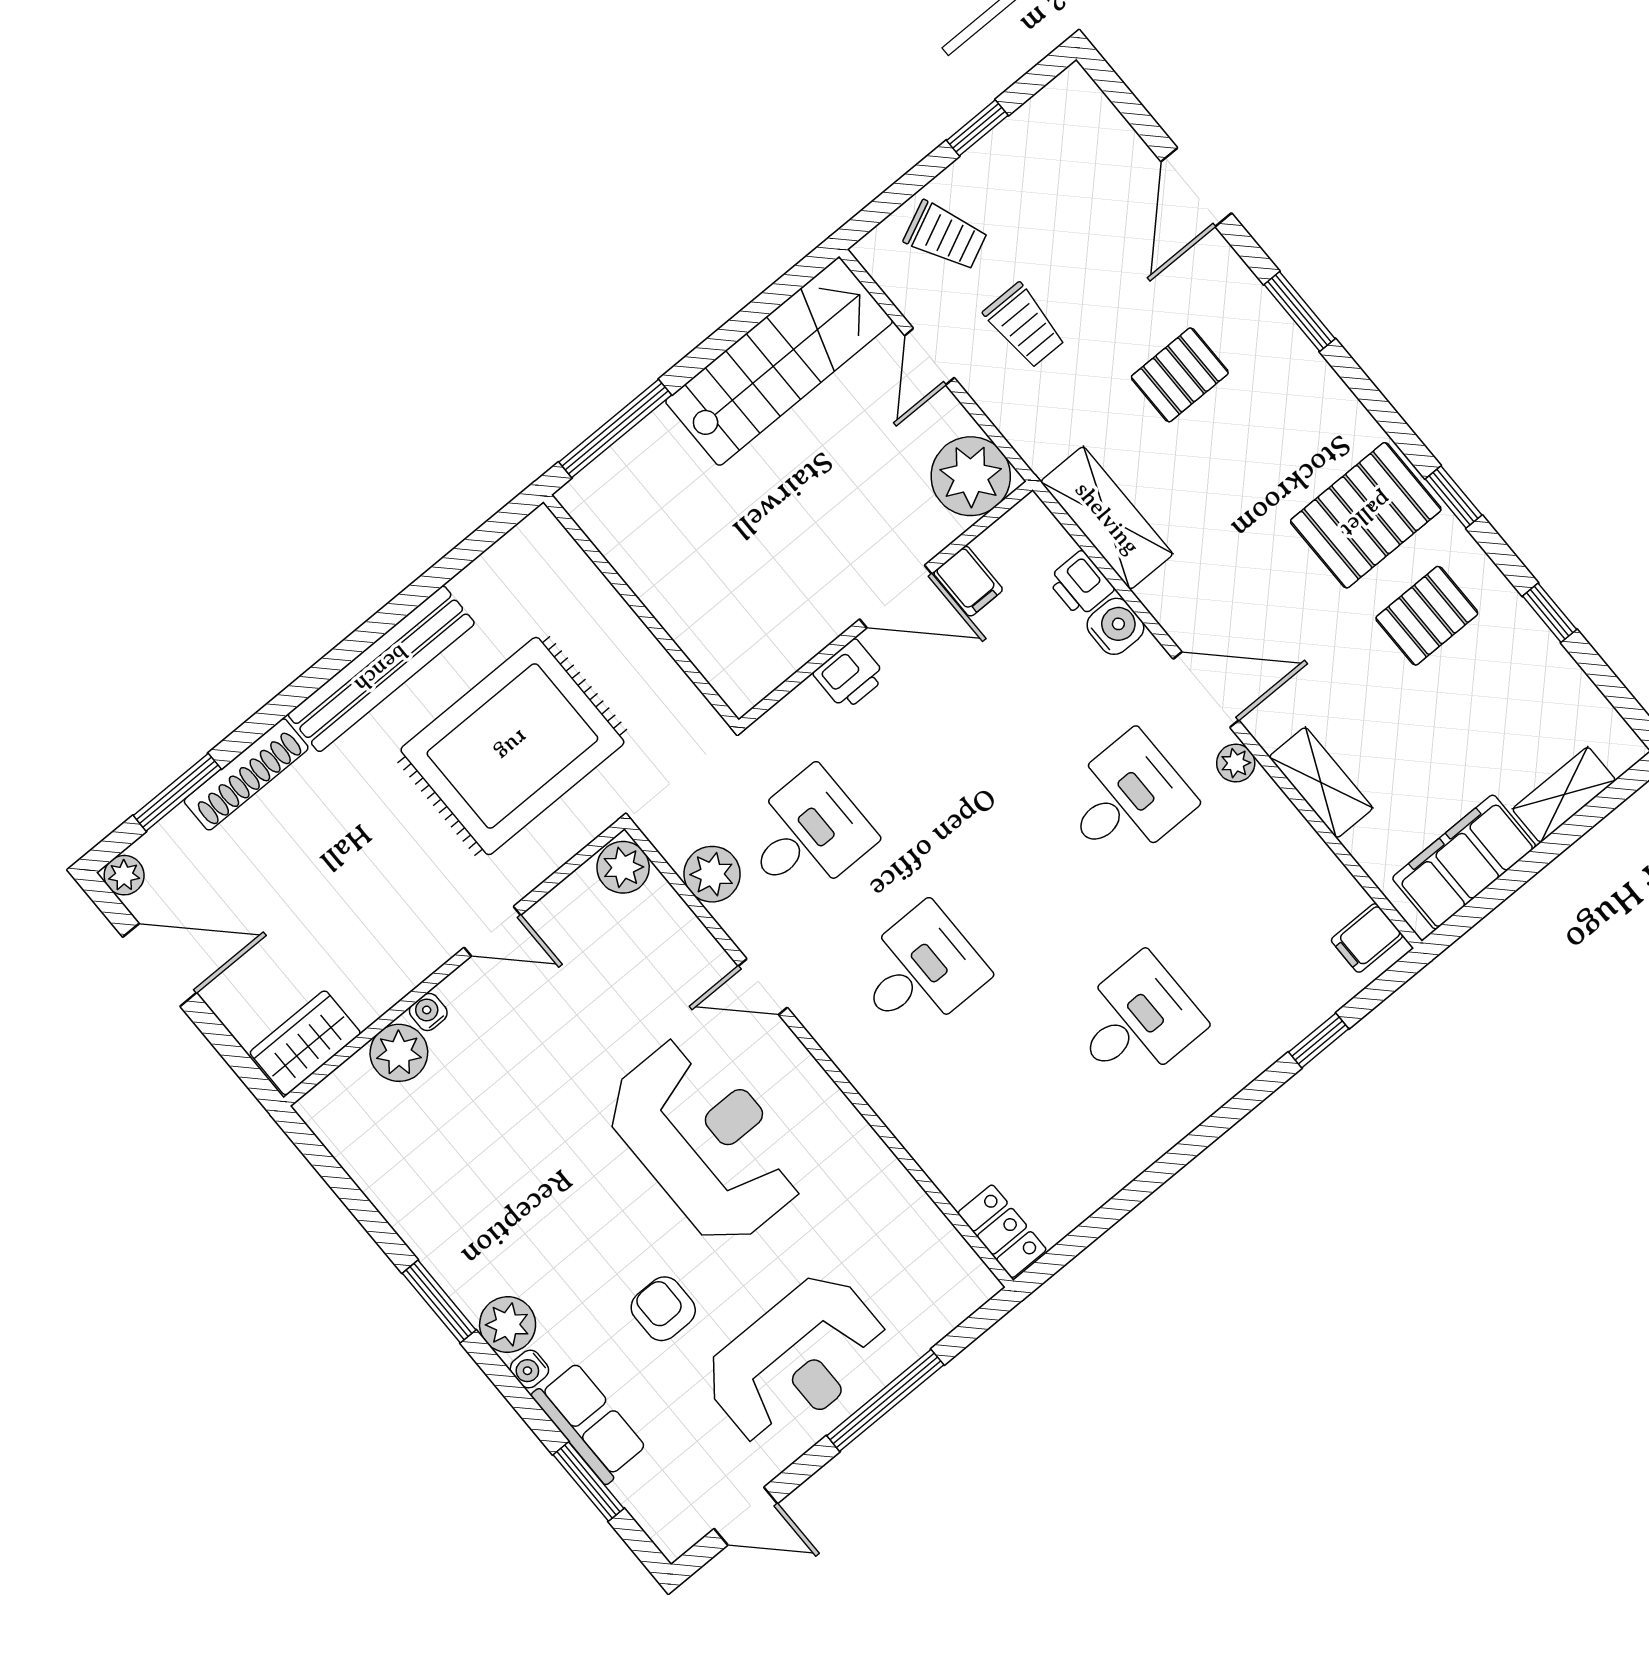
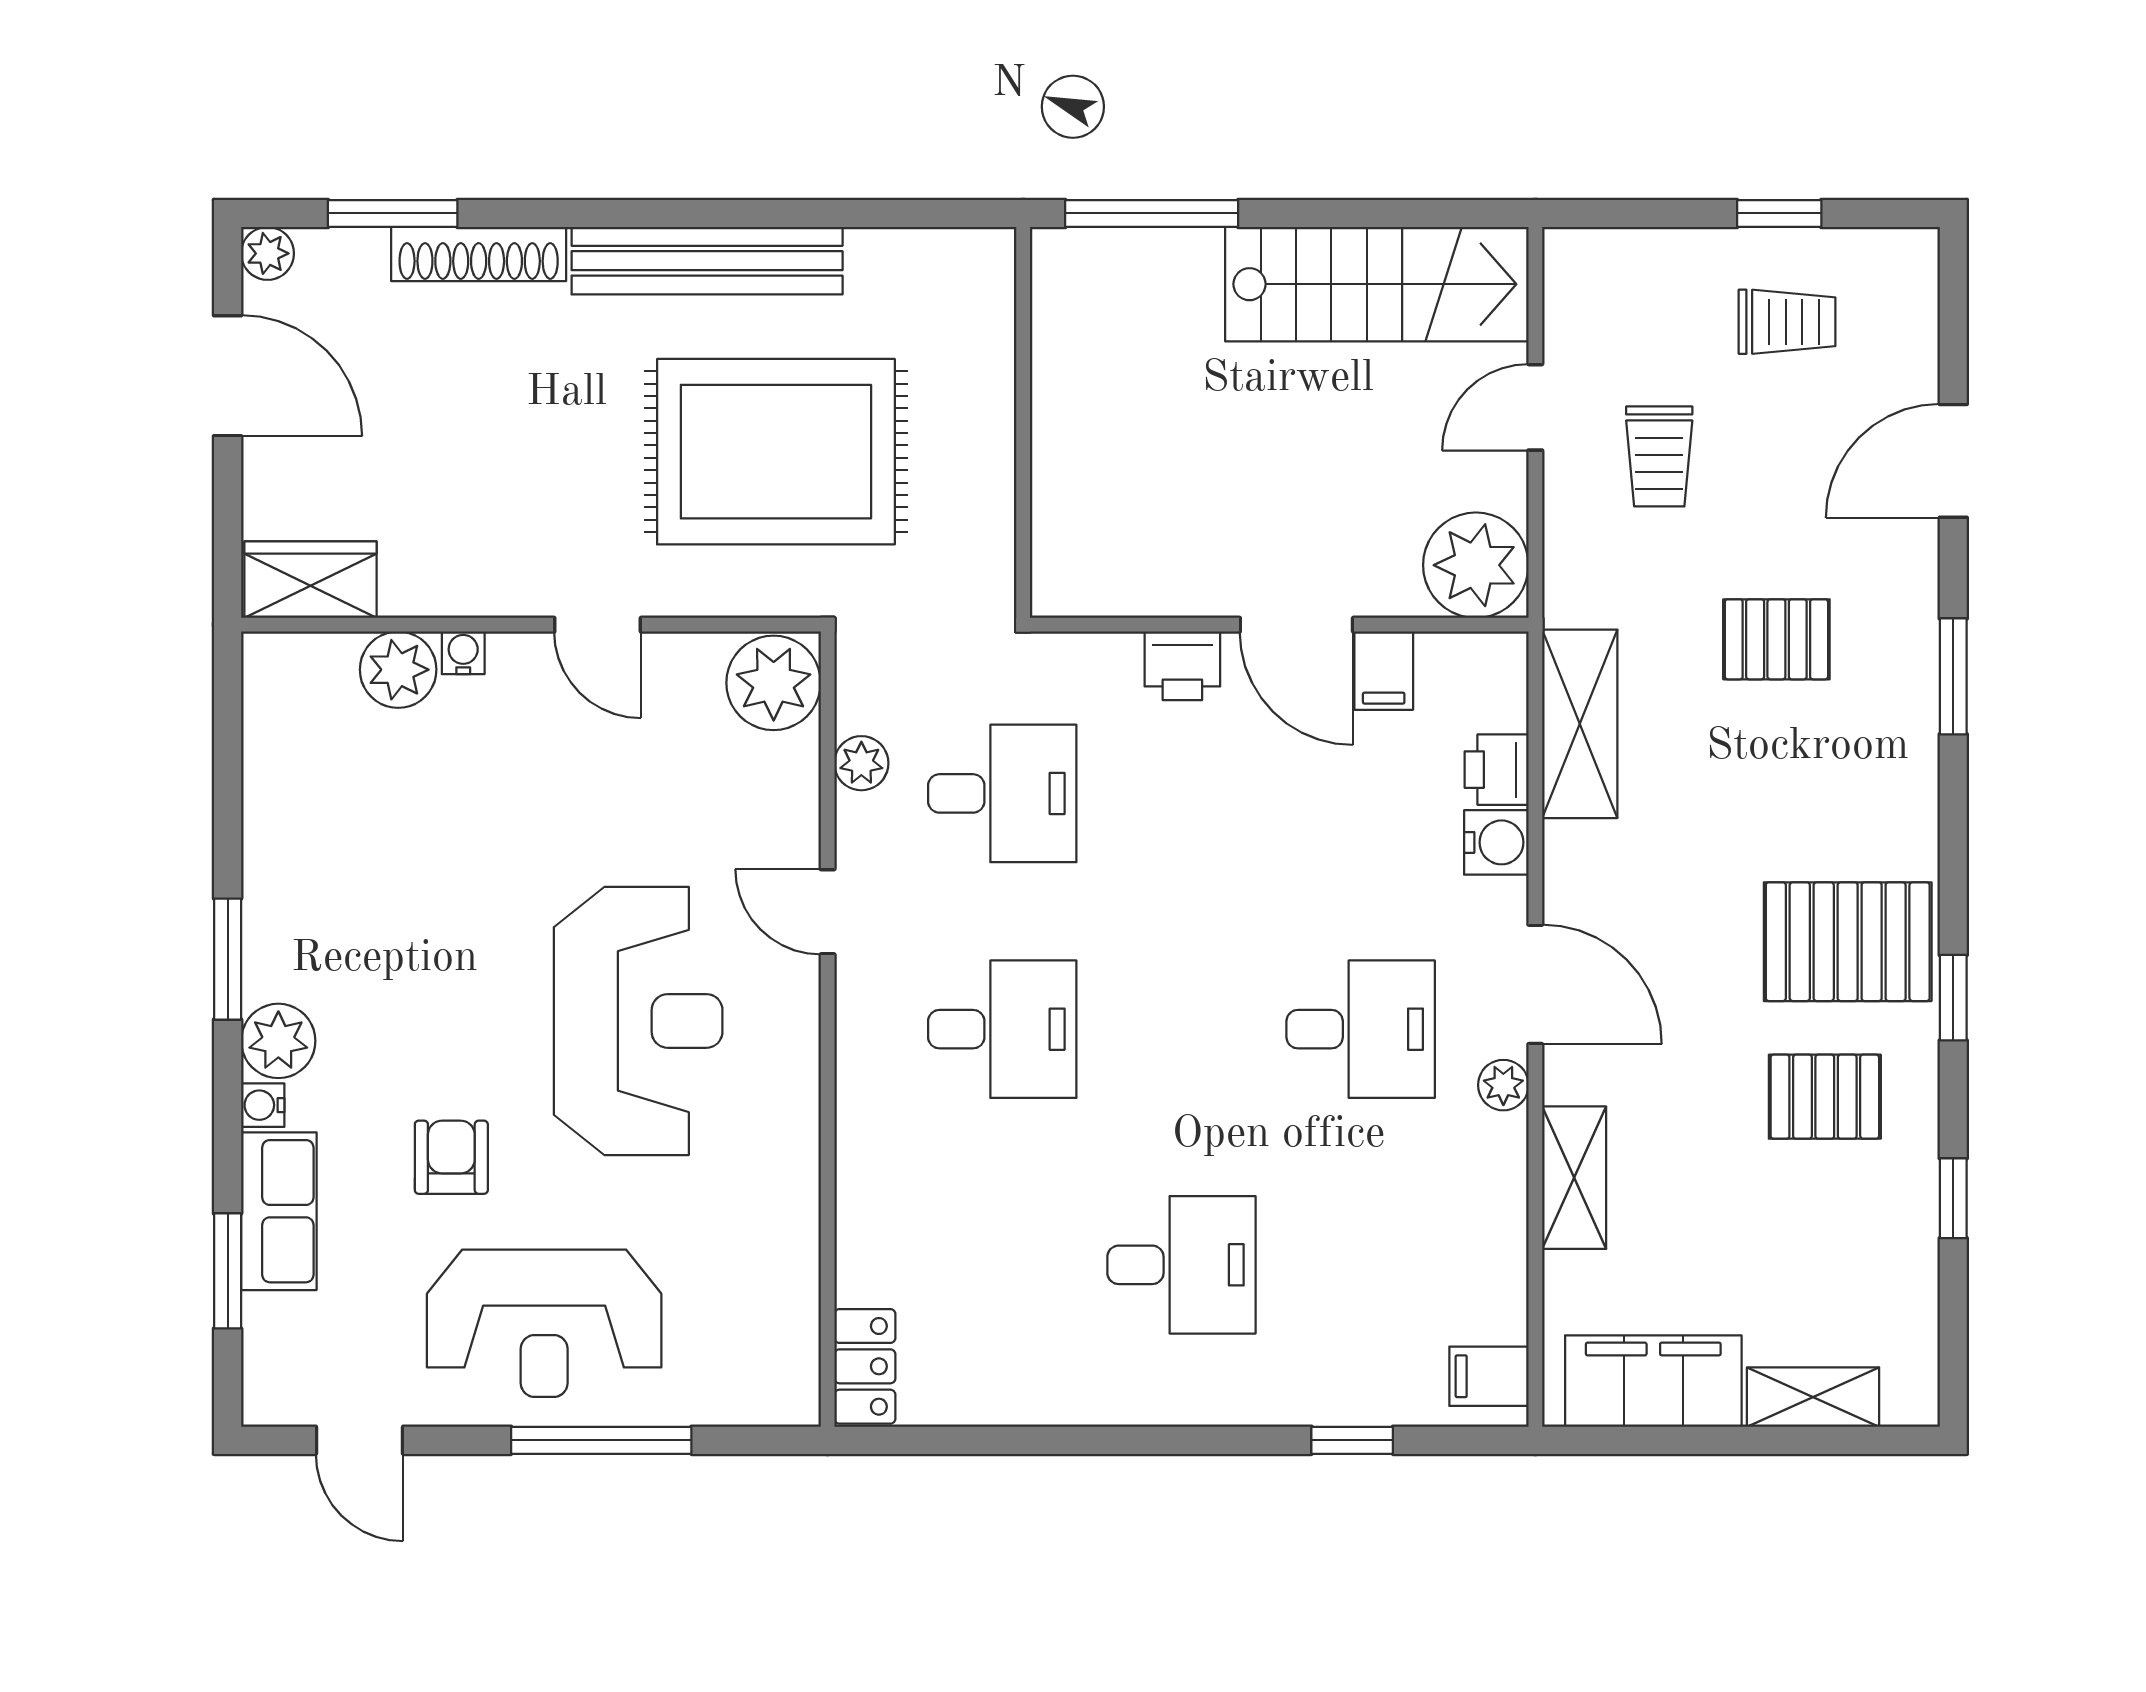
trolley: (946, 236) -> (1787, 322), moved, turned -65
plant: (623, 867) -> (774, 683), width x1.36, depth x1.36
plant: (712, 874) -> (861, 763), width x0.73, depth x0.73

